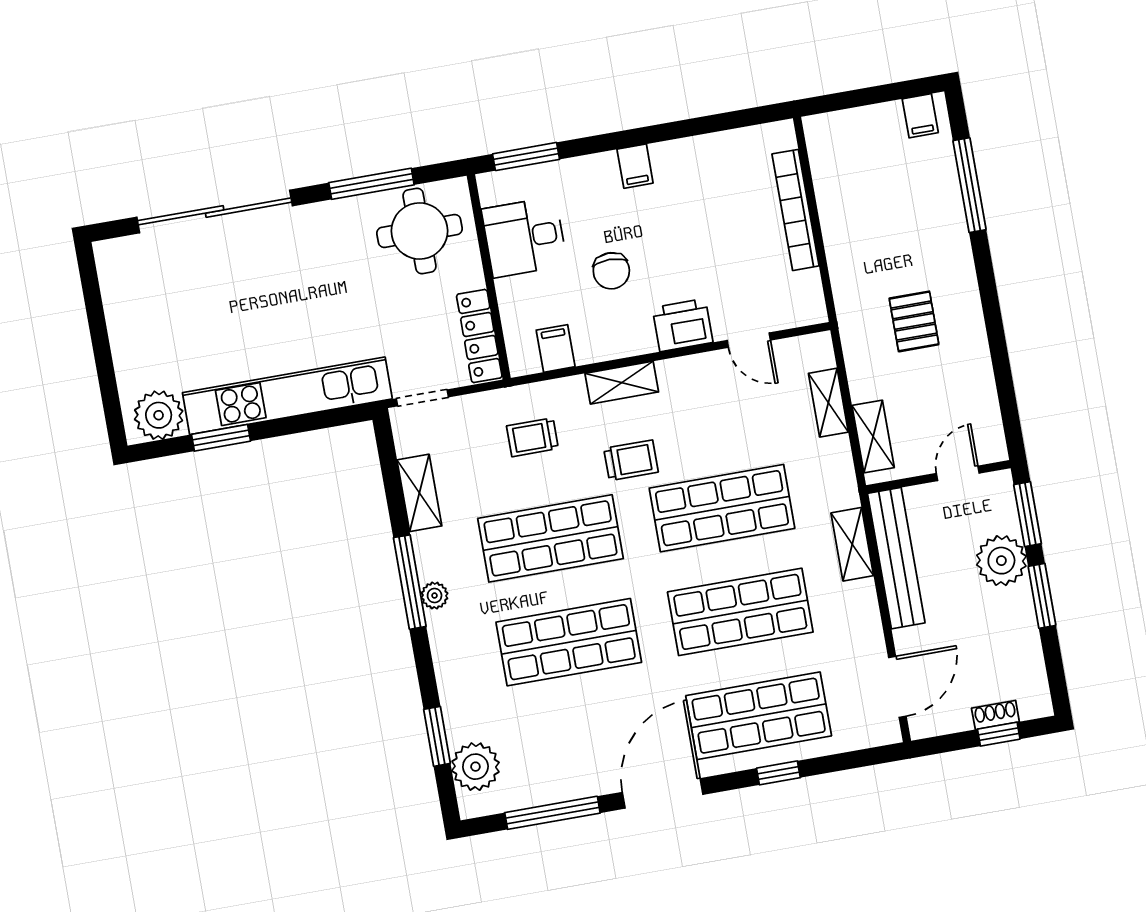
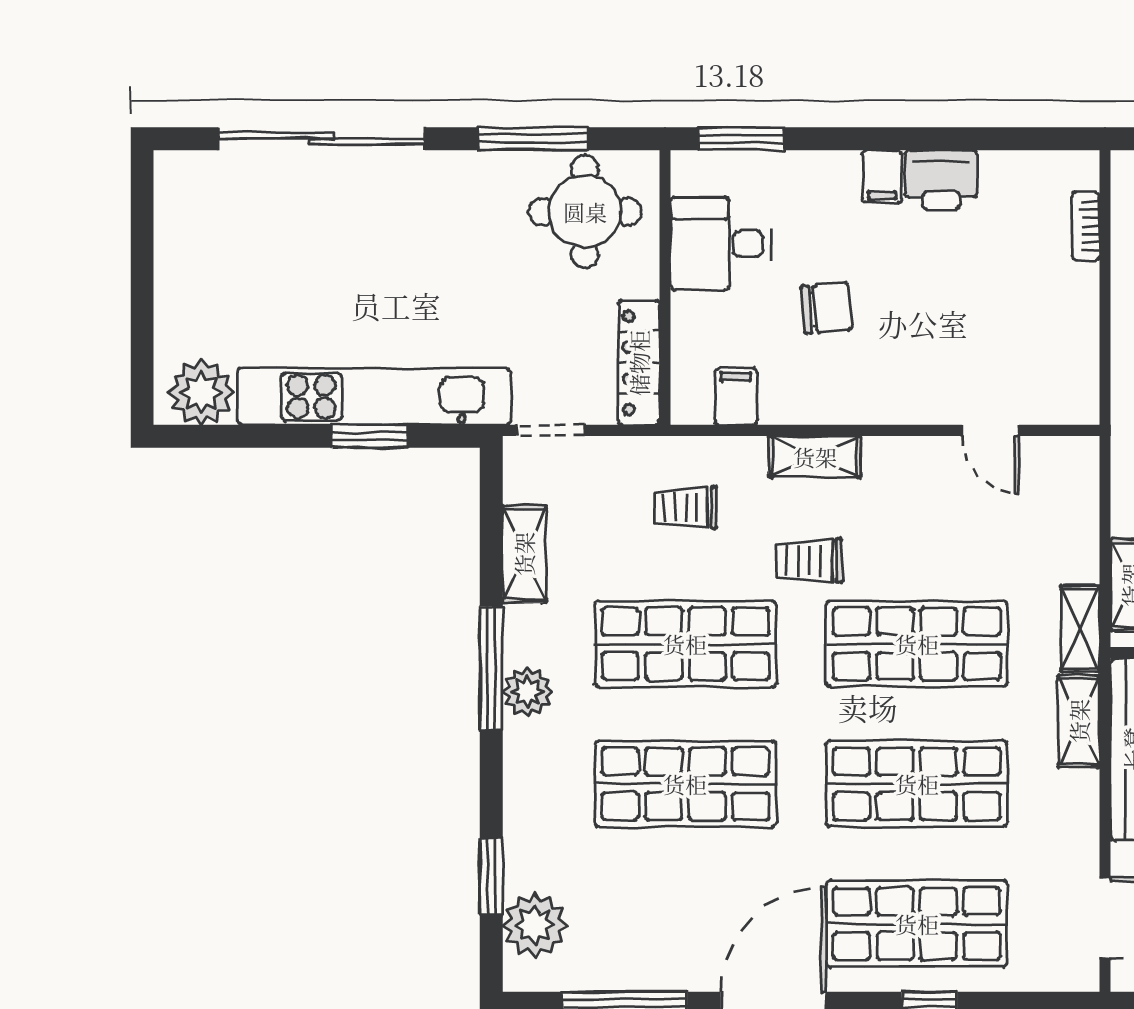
bookcase: (796, 210) -> (1086, 226), width x0.43, depth x0.76
chair: (611, 271) -> (827, 308), turned -95
printer: (683, 325) -> (941, 180), moved, turned 180
shelving: (828, 403) -> (1080, 628), moved
window: (221, 438) -> (370, 436), moved
trolley: (631, 460) -> (809, 560), turned 180
plant: (435, 596) -> (527, 692), width x1.38, depth x1.38

